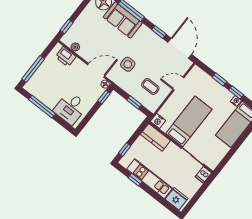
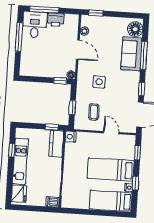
printer: (66, 57) -> (56, 20), moved, turned -90
door: (96, 70) -> (78, 50), moved
window: (219, 79) -> (138, 153), moved
desk: (70, 108) -> (35, 25), moved, turned 90
bed: (189, 121) -> (111, 169), moved, turned 180
window: (125, 149) -> (52, 127), moved

